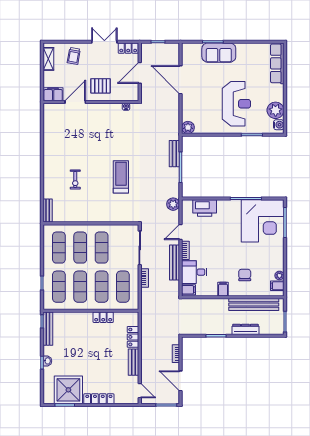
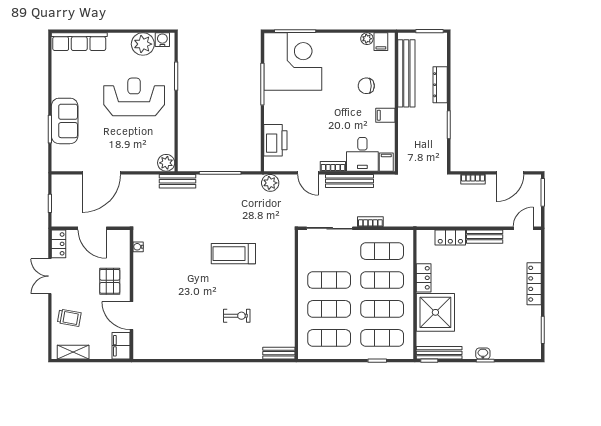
bench: (174, 154) -> (177, 181), moved
shower: (68, 390) -> (435, 312), moved

